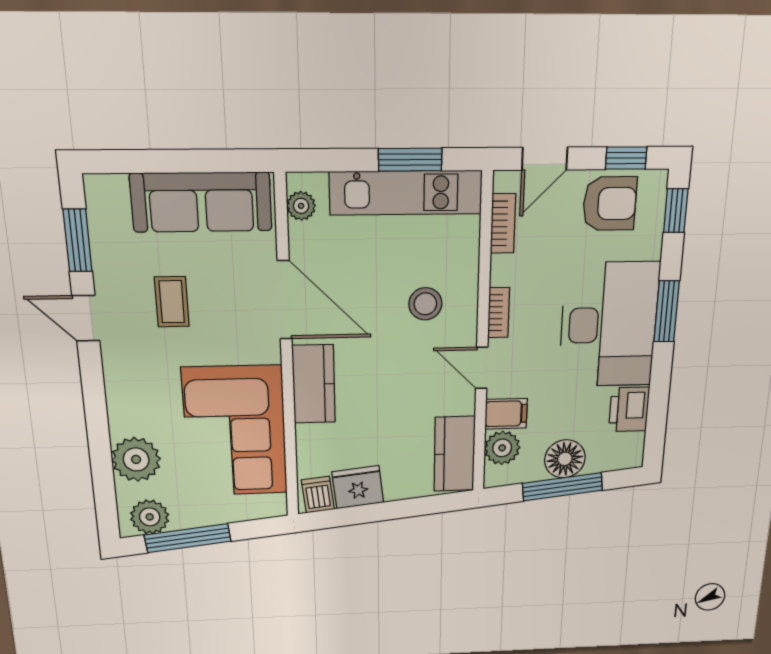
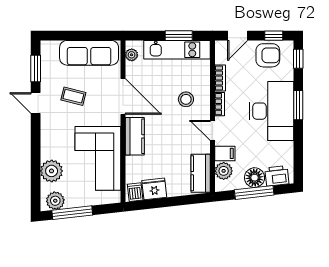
bookcase: (503, 223) -> (220, 78), moved
coffee table: (172, 302) -> (73, 96), turned -76
printer: (629, 409) -> (277, 176), moved, turned 84

